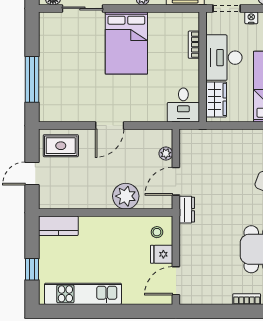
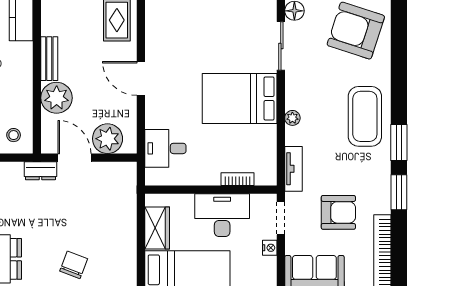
wardrobe: (216, 99) -> (157, 228), moved, turned -90
desk: (183, 105) -> (165, 148), moved
plant: (166, 153) -> (108, 139), width x1.88, depth x1.88
bench: (93, 202) -> (49, 59), added

